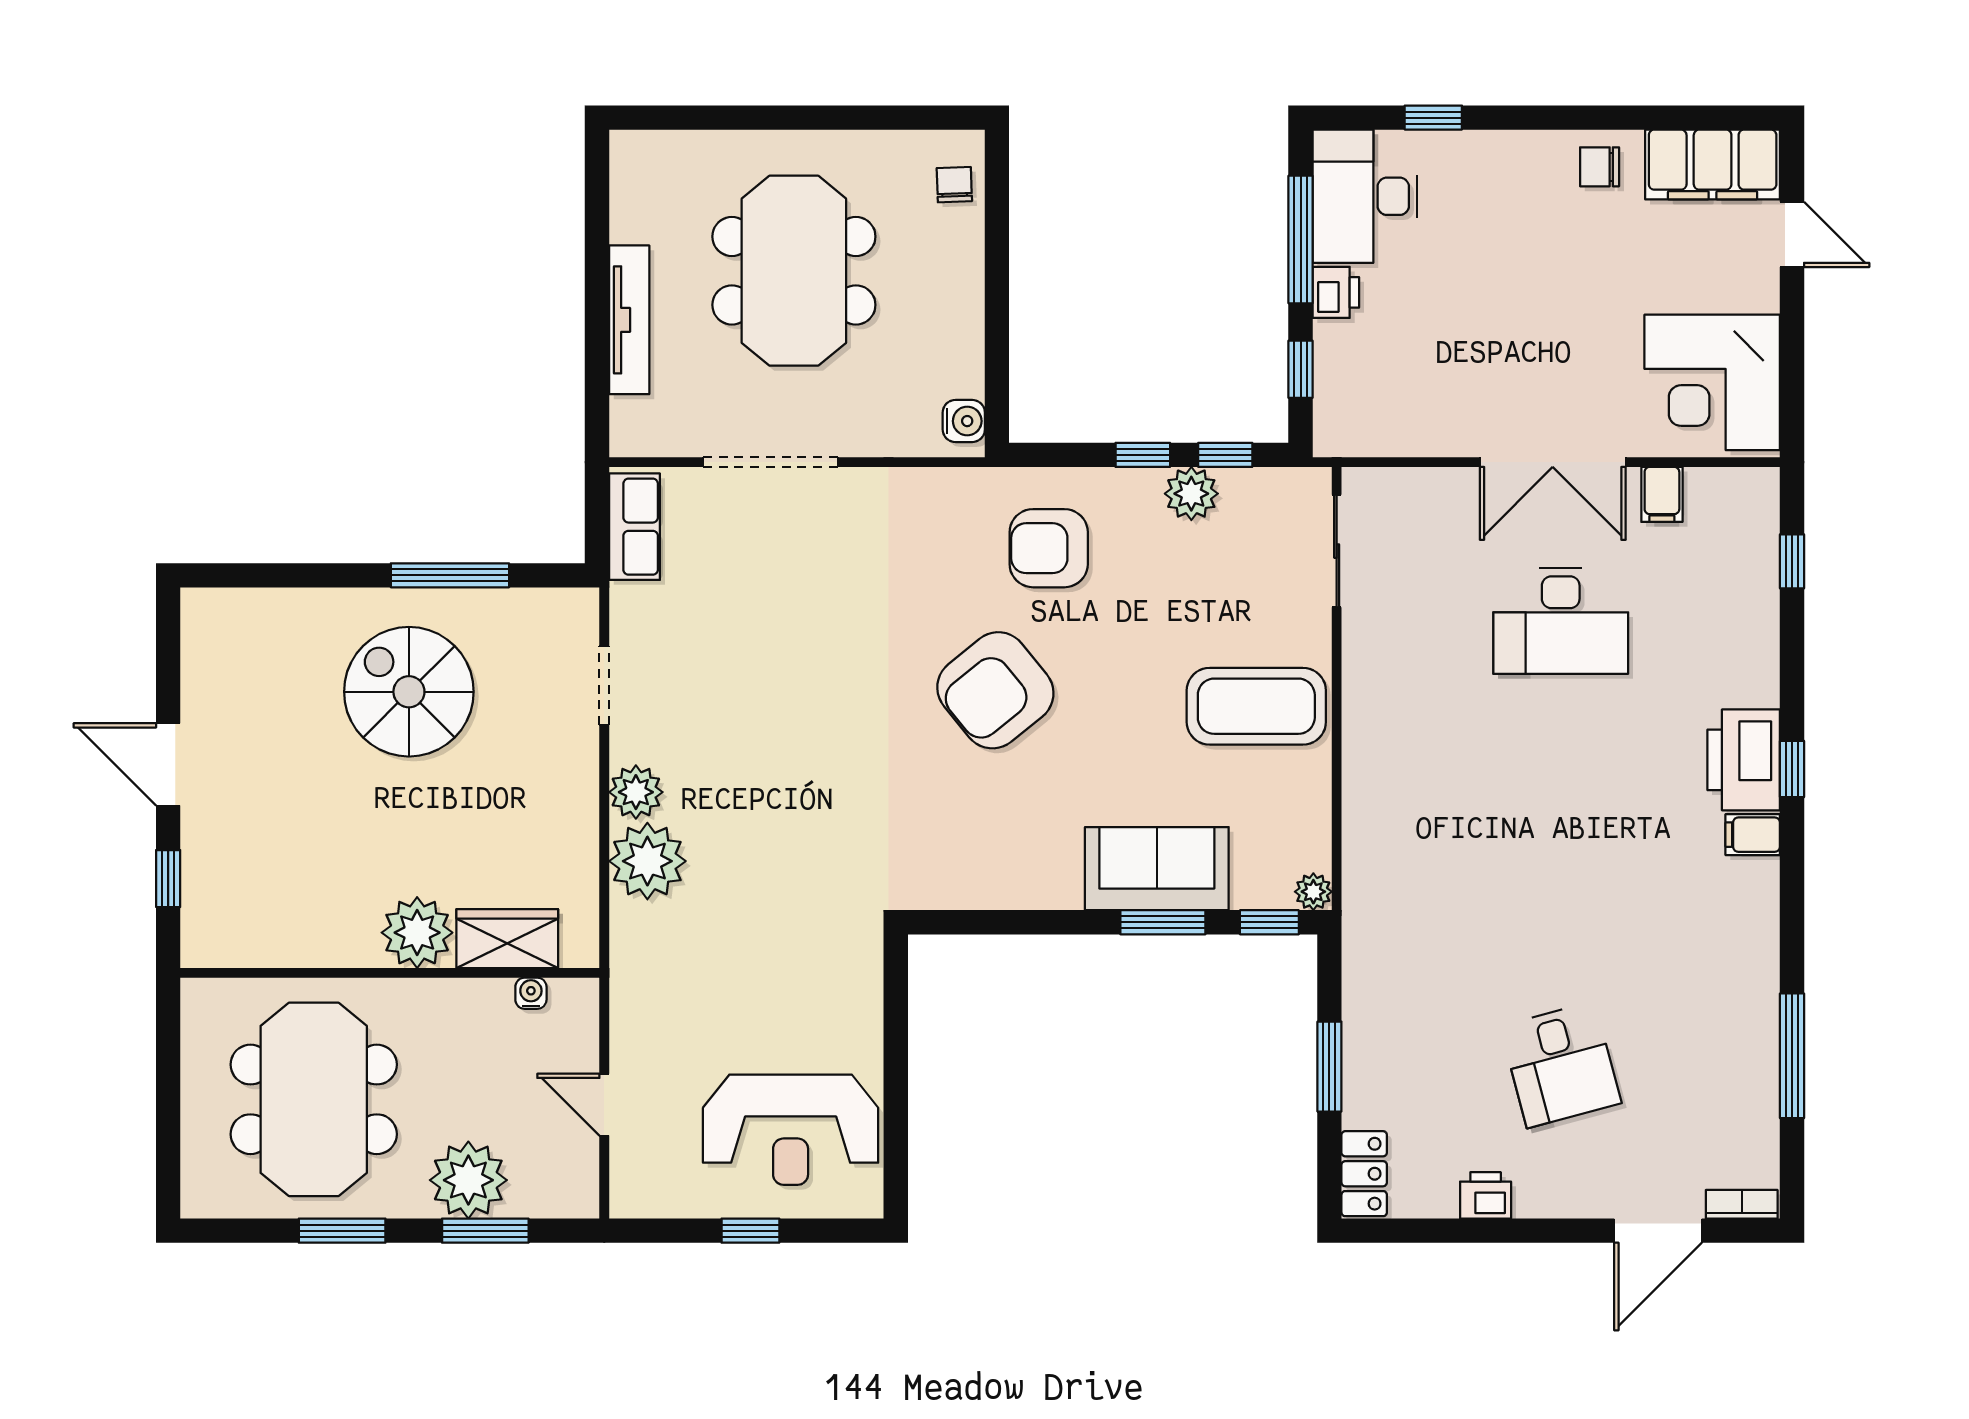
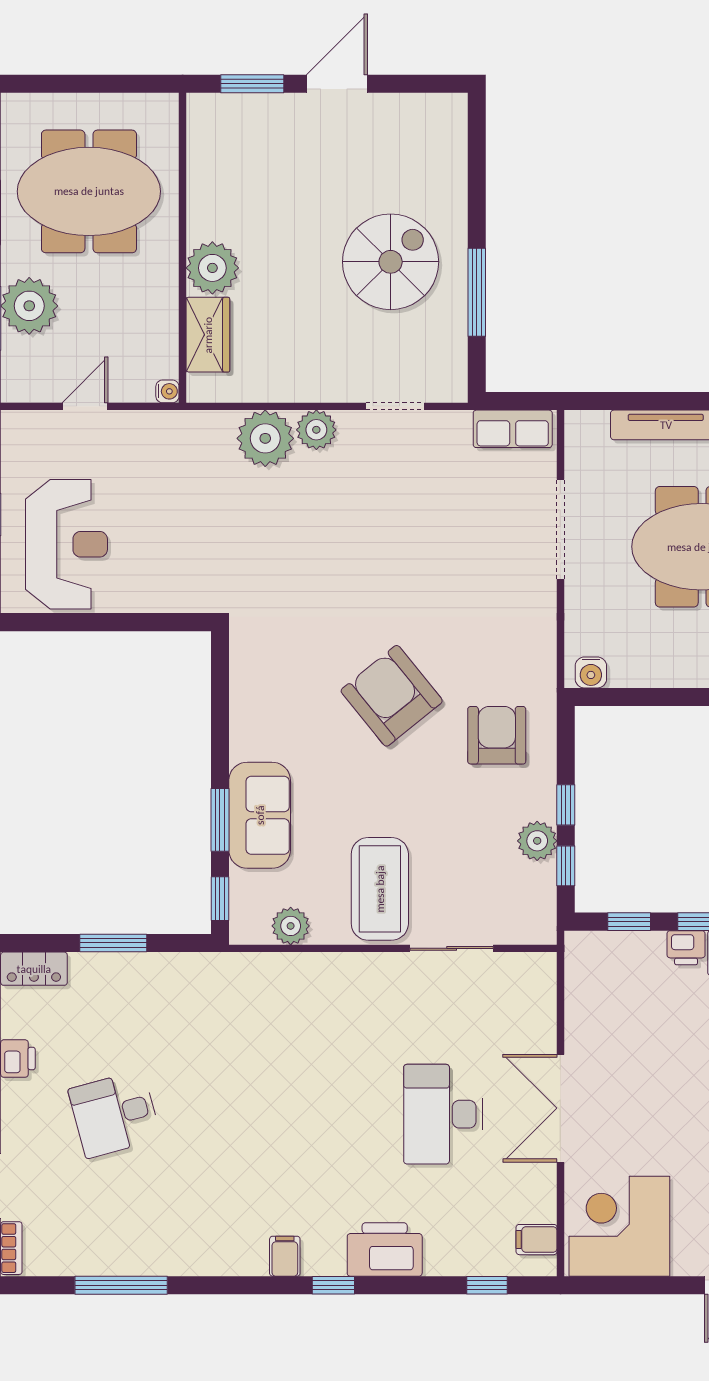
filing cabinet: (1662, 494) -> (537, 1240), moved
sliding door: (1337, 551) -> (452, 948), moved
printer: (1744, 760) -> (385, 1250), moved
window: (168, 879) -> (252, 84), width x1.50
plant: (1313, 892) -> (291, 926), moved, width x1.38, depth x1.38
water cooler: (531, 993) -> (167, 391), moved
reception desk: (791, 1130) -> (66, 544), turned 180

